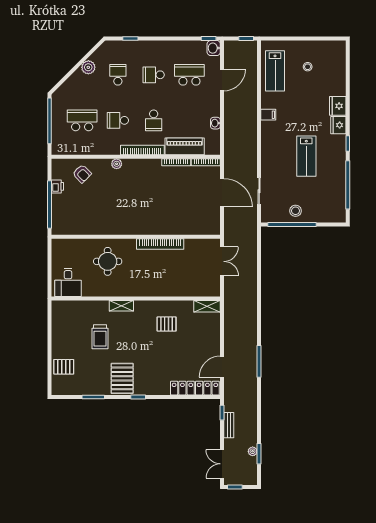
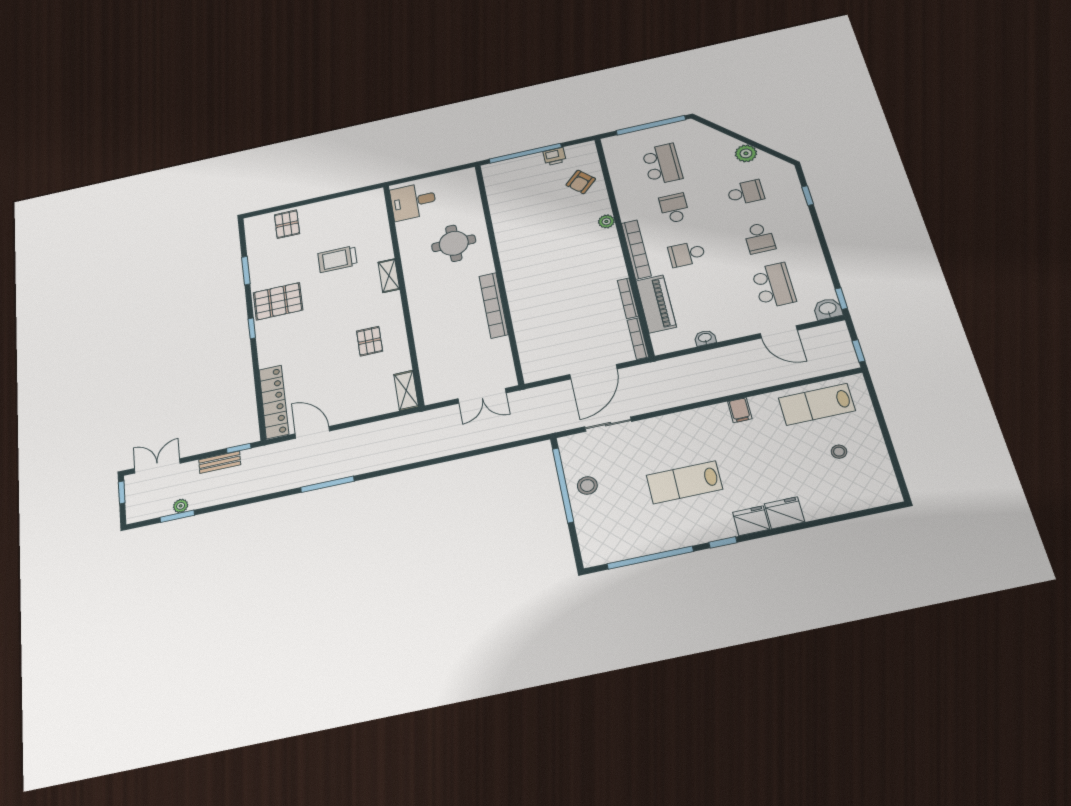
school desk: (154, 75) -> (759, 238), turned 180

